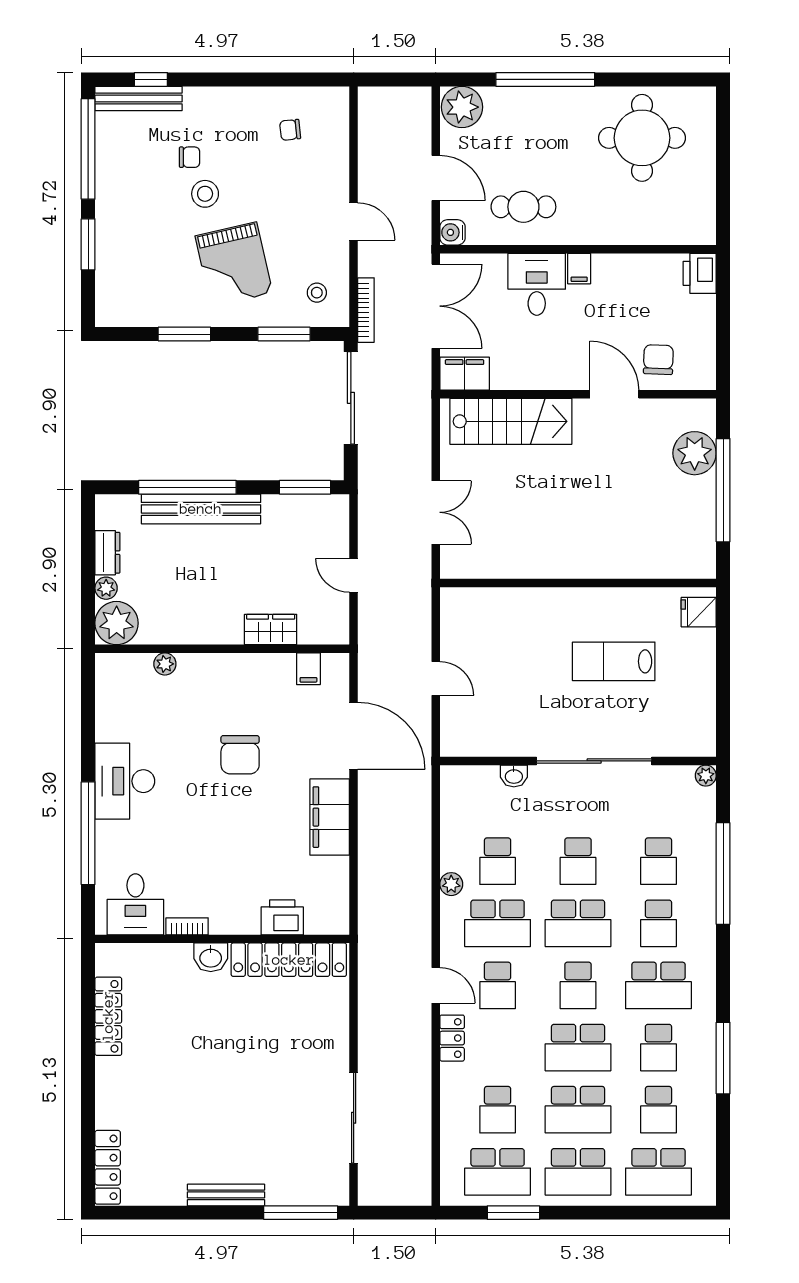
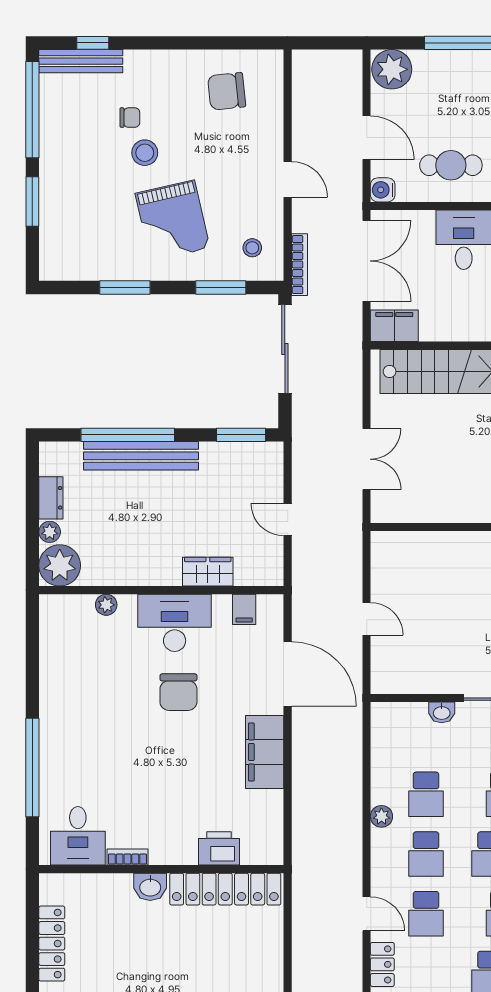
chair: (290, 130) -> (227, 91), width x1.87, depth x1.87
desk: (125, 781) -> (175, 623), moved, turned 90
school desk: (498, 923) -> (426, 854), width x0.54

